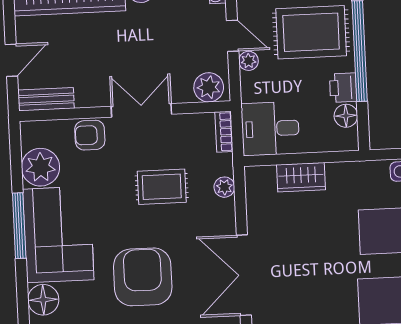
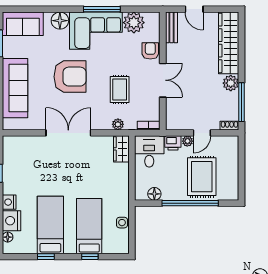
plant: (209, 87) -> (174, 118), removed
printer: (343, 88) -> (173, 143), moved, turned 180
wardrobe: (301, 177) -> (121, 149), moved

